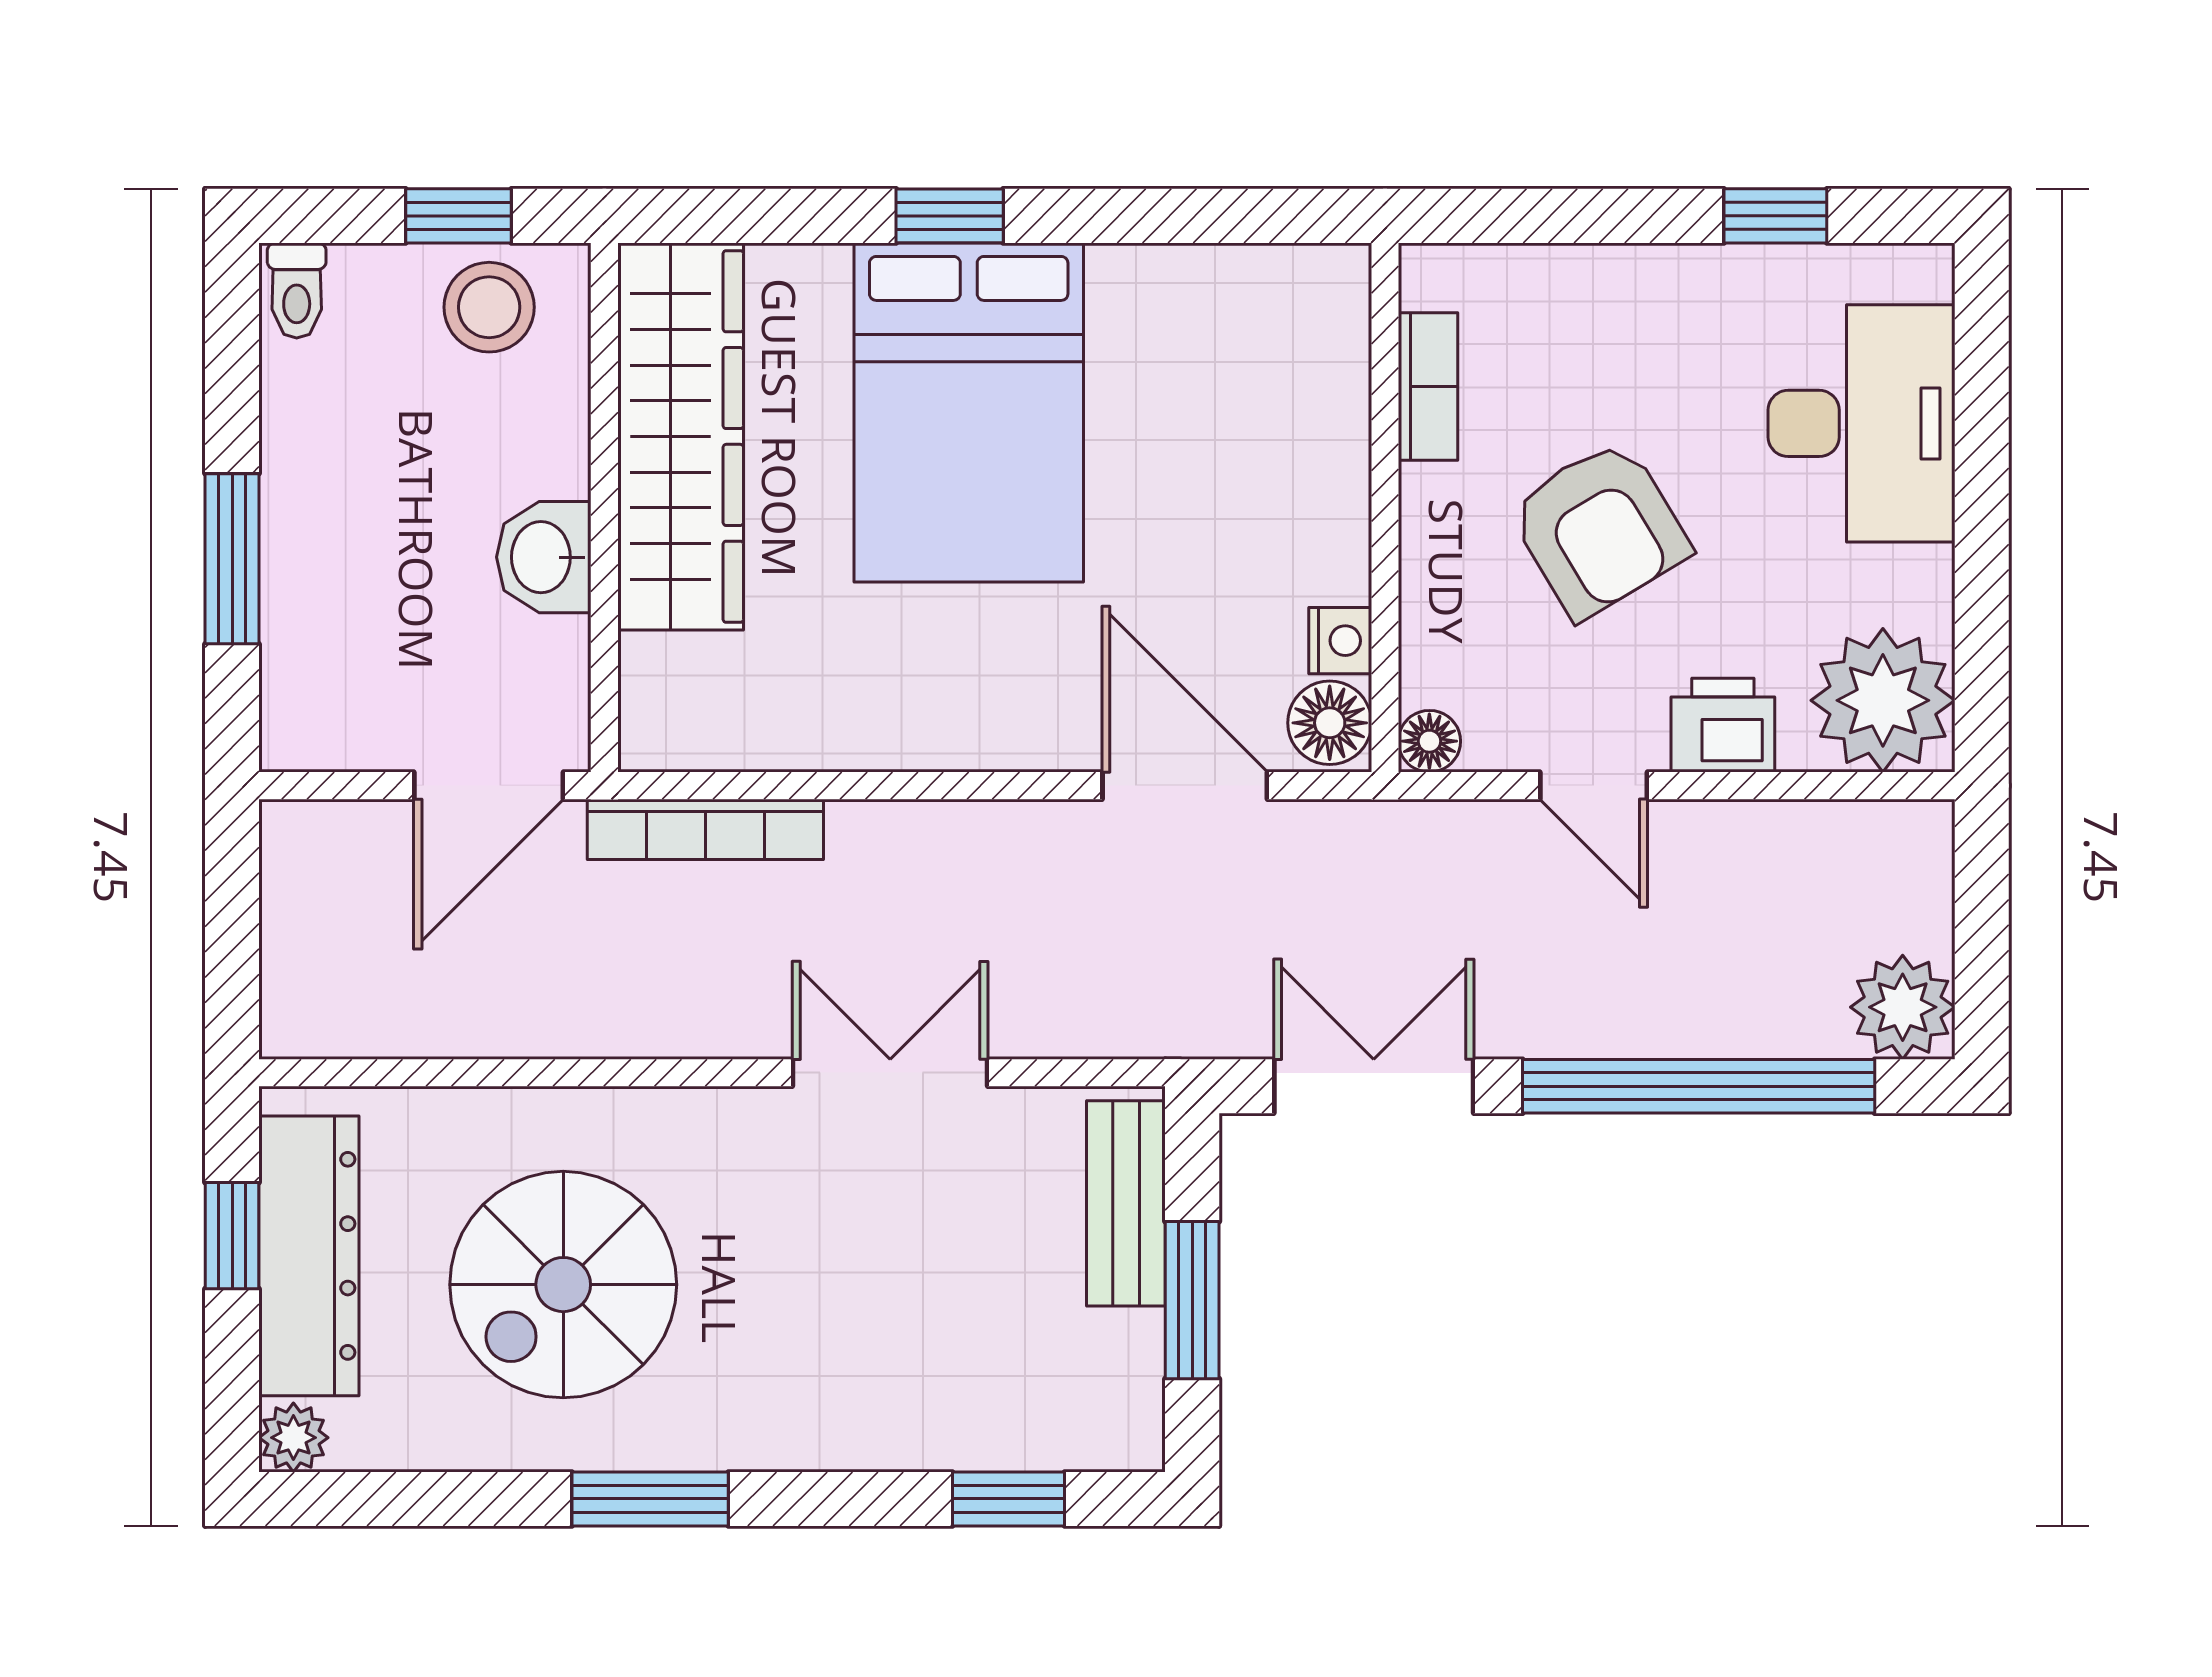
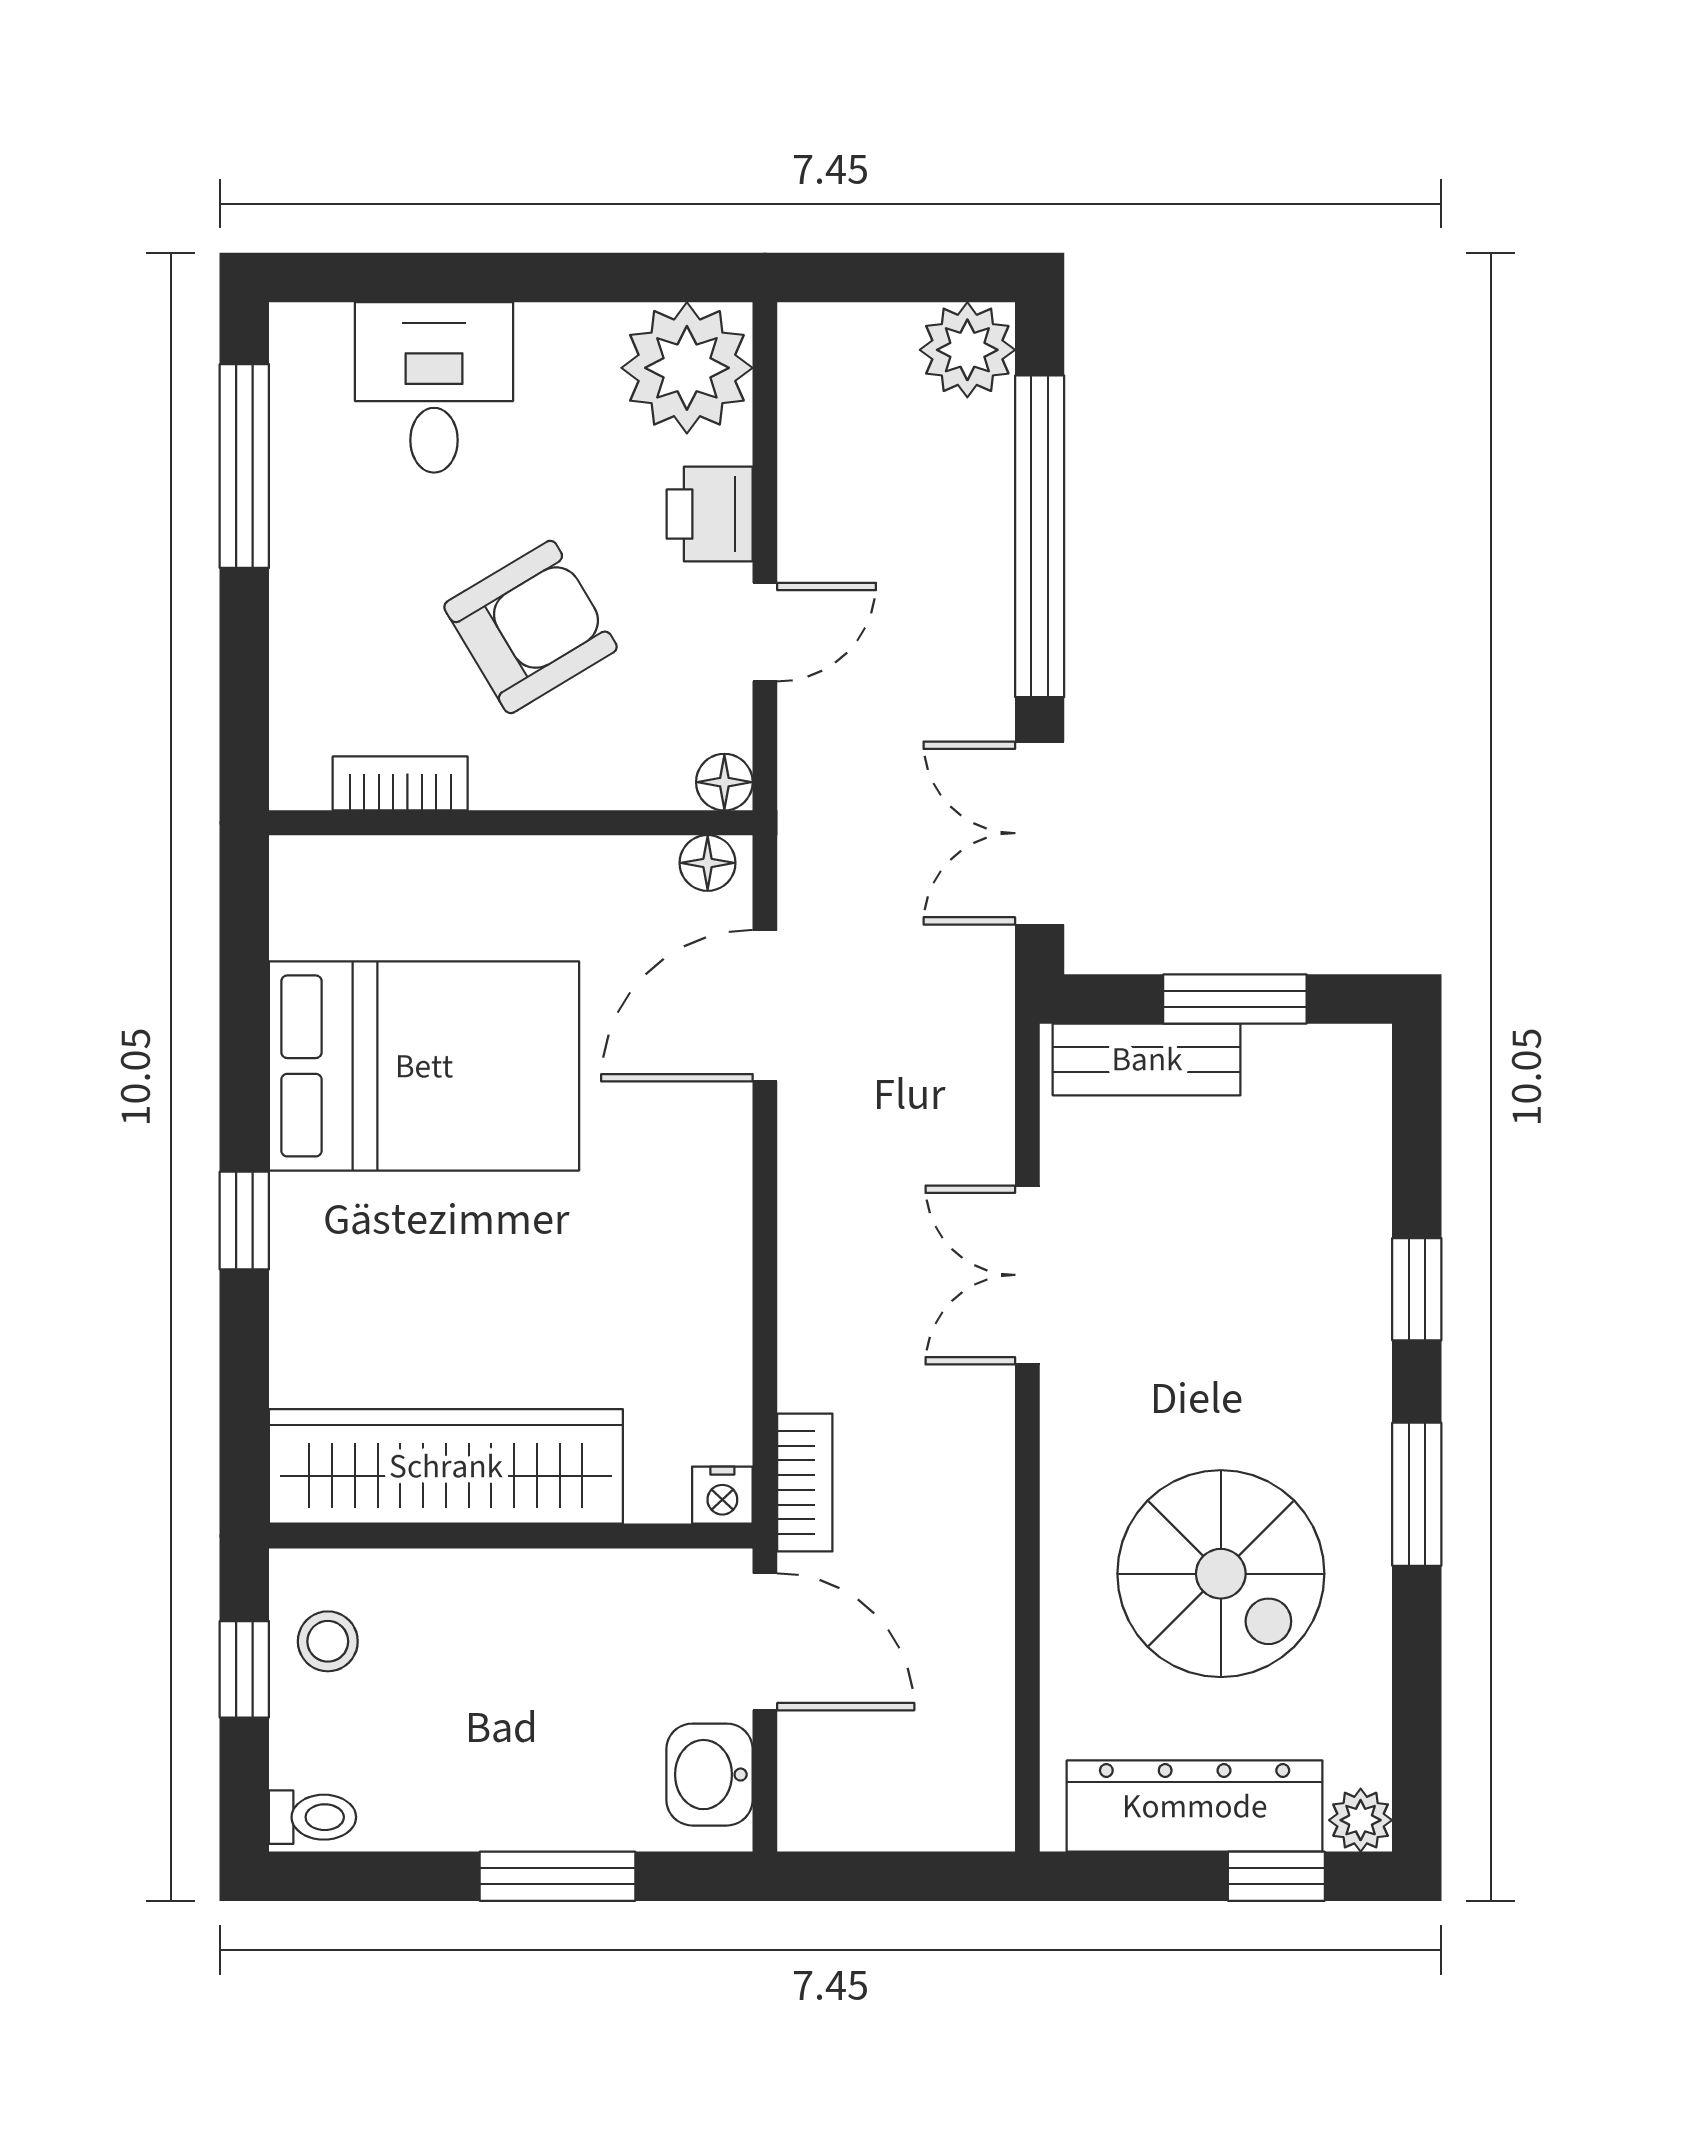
window: (1775, 216) -> (244, 466), width x2.17
stool: (489, 307) -> (328, 1641), width x0.73, depth x0.73
bed: (969, 413) -> (424, 1066), moved
desk: (1861, 423) -> (434, 387), width x0.73
washbasin: (544, 557) -> (710, 1775), moved, turned 90
nightstand: (1340, 641) -> (722, 1495), moved, turned 180
floor lamp: (1330, 723) -> (708, 863), width x0.73, depth x0.73
bookcase: (705, 829) -> (805, 1483), width x0.64
window: (232, 1236) -> (1276, 1876), moved
window: (1008, 1499) -> (1417, 1289), moved

